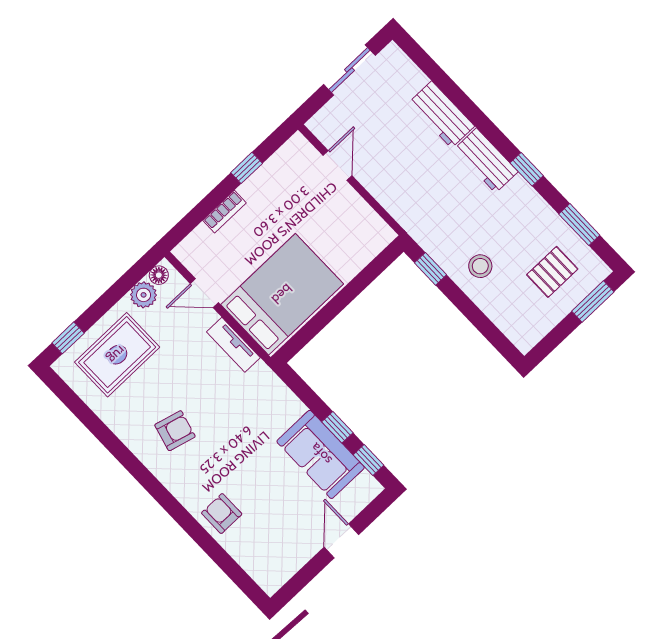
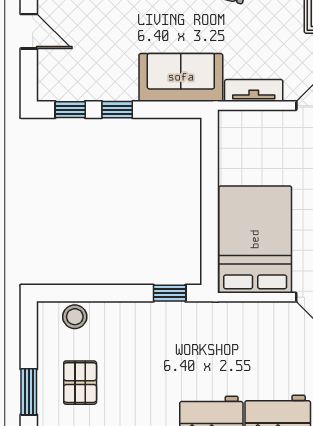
stool: (480, 266) -> (75, 317), moved
bed: (282, 294) -> (255, 239), moved, turned 180
sofa: (321, 454) -> (181, 77), moved

